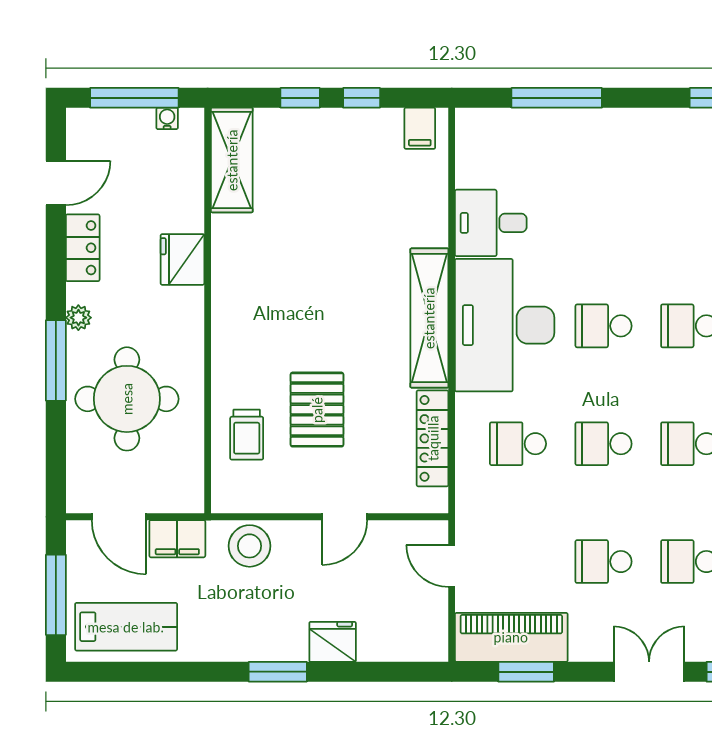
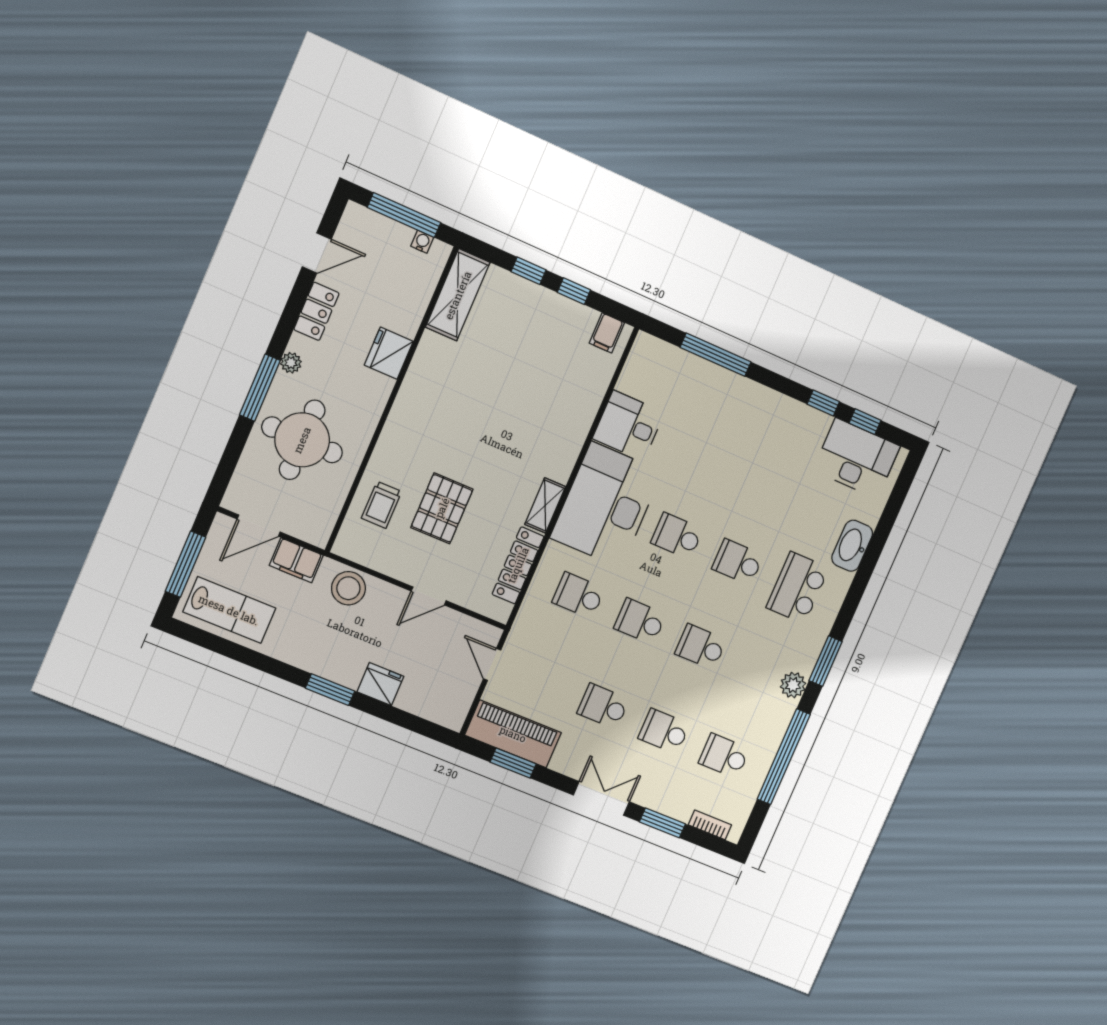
shelving: (429, 318) -> (545, 506), width x0.45, depth x0.75
door: (119, 517) -> (259, 526), hinge flipped

